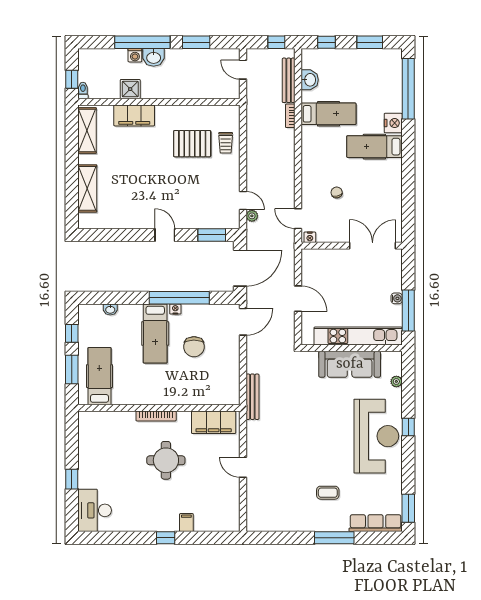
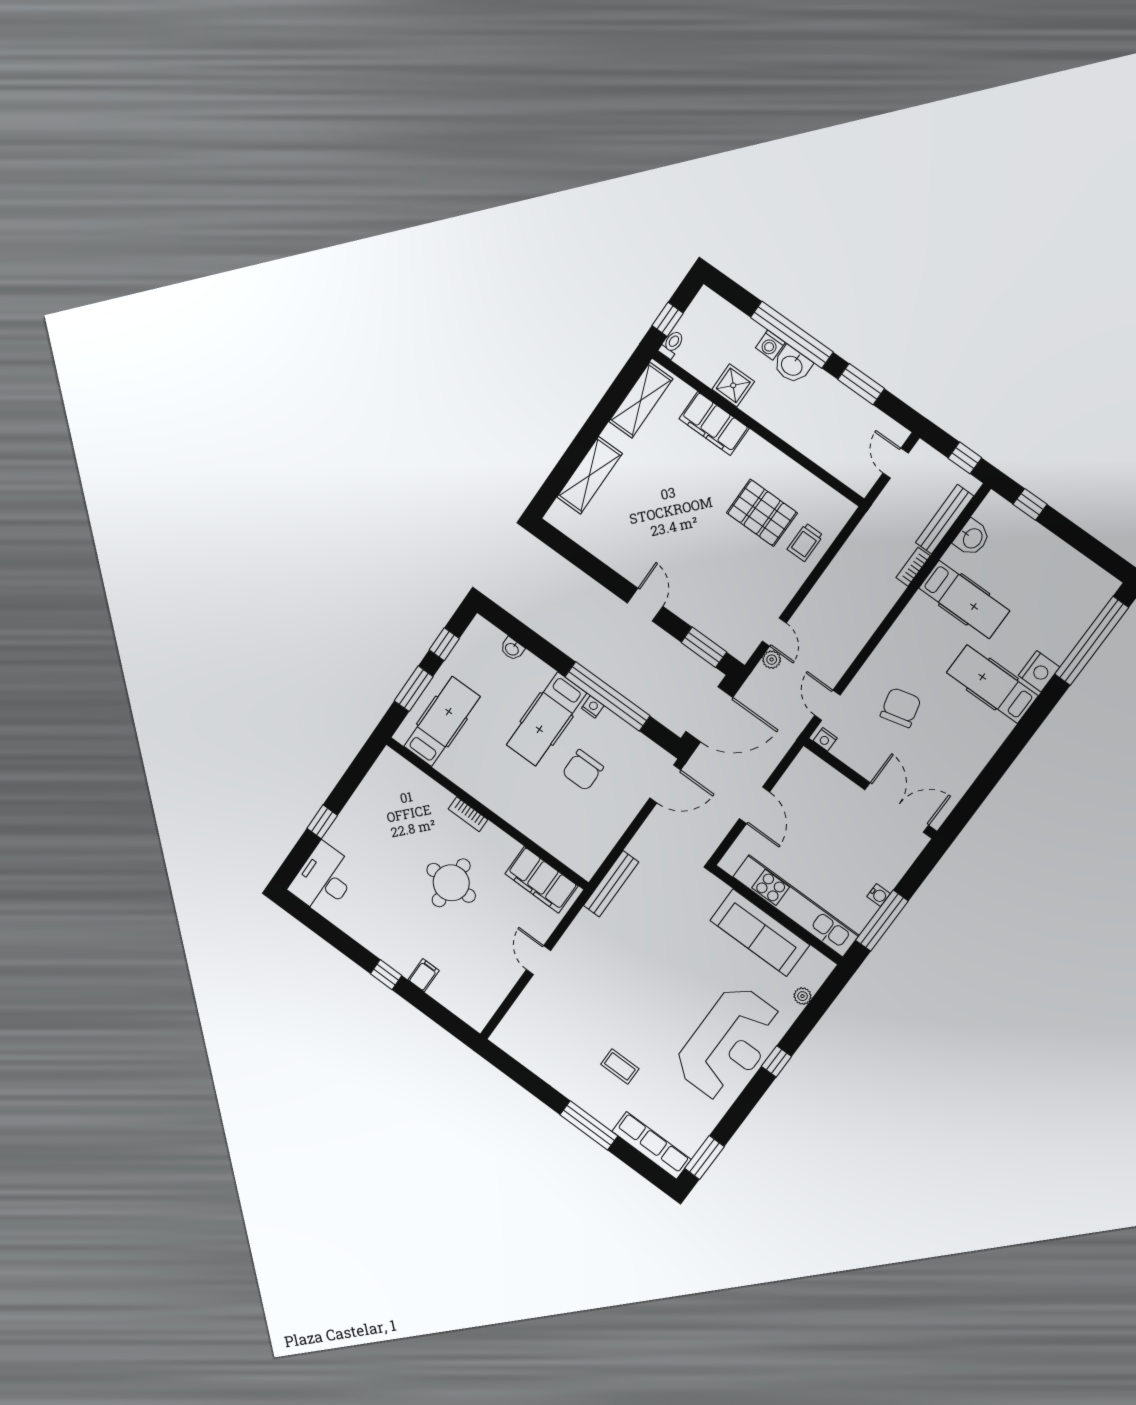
window: (370, 42) -> (1086, 545), removed
chair: (337, 192) -> (901, 708), width x1.87, depth x1.87
bookcase: (156, 416) -> (468, 814), width x0.64

